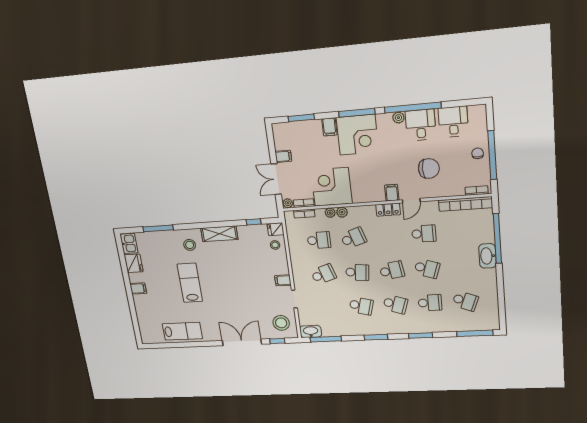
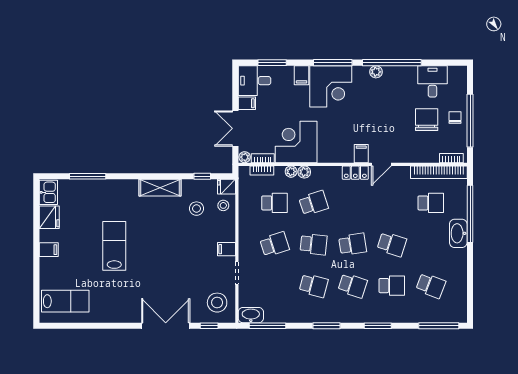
desk: (421, 125) -> (254, 81), moved, turned -90
chair: (429, 168) -> (427, 120), moved, turned -90
school desk: (424, 234) -> (431, 203), moved
stool: (190, 245) -> (197, 209), moved
lab bench: (182, 331) -> (65, 301), moved

